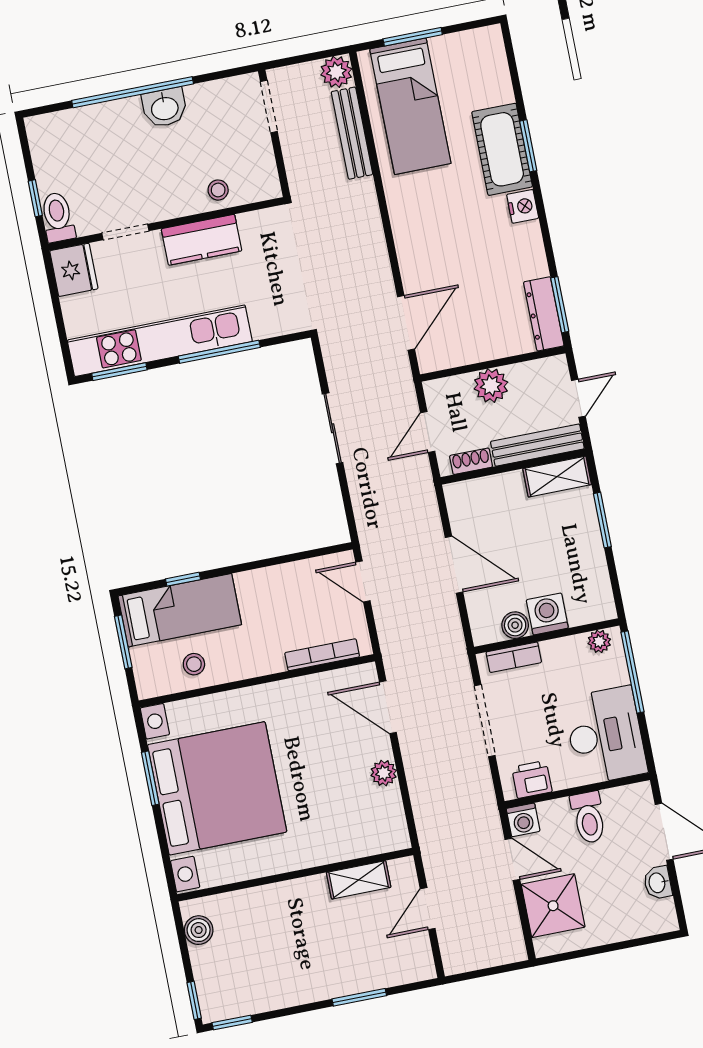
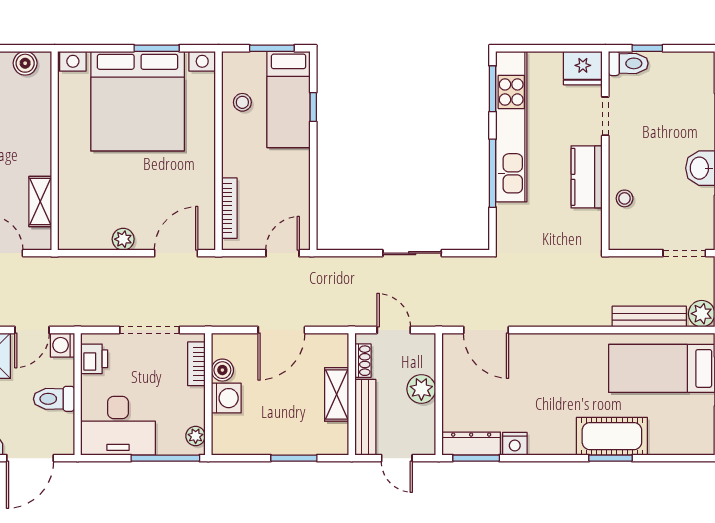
nightstand: (523, 206) -> (515, 444), moved
shelving: (557, 477) -> (337, 394), moved

